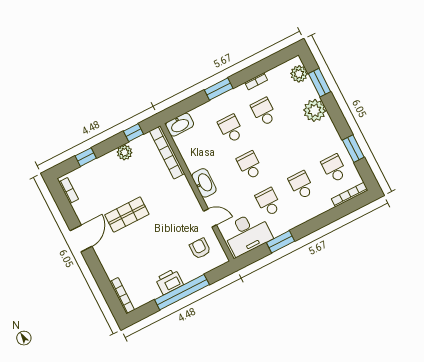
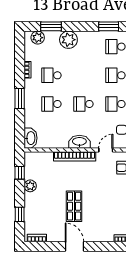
bookcase: (167, 152) -> (75, 156), moved

